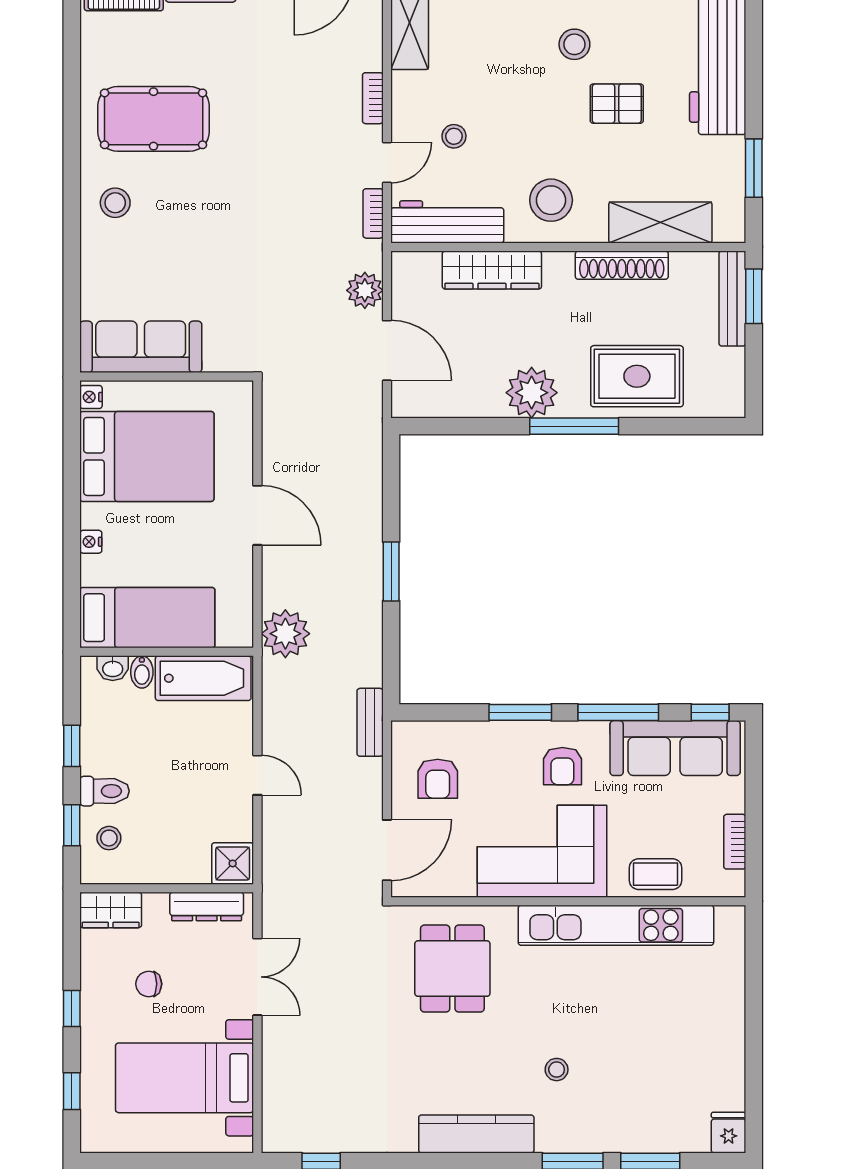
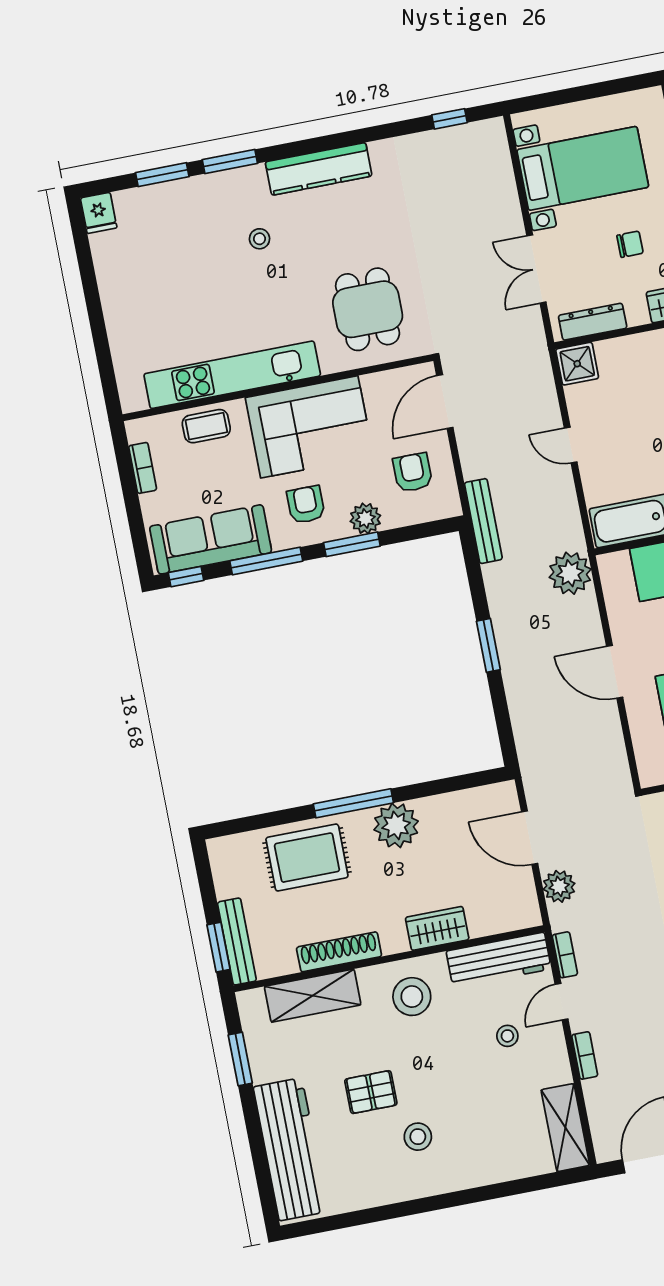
wardrobe: (492, 270) -> (437, 928), width x0.67
bench: (370, 722) -> (483, 521), width x1.36
plant: (500, 738) -> (365, 518), added

